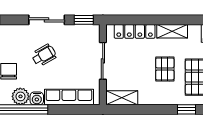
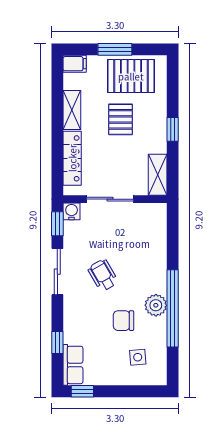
pallet: (165, 69) -> (120, 119), turned 90
row of seats: (69, 97) -> (157, 243), removed
water cooler: (37, 98) -> (72, 211), moved, turned -90
window: (187, 109) -> (173, 129), moved

